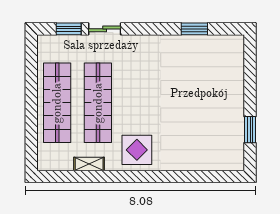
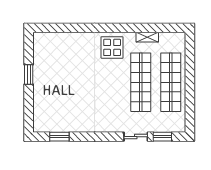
window: (194, 29) -> (59, 137), moved
window: (250, 130) -> (29, 74), moved

